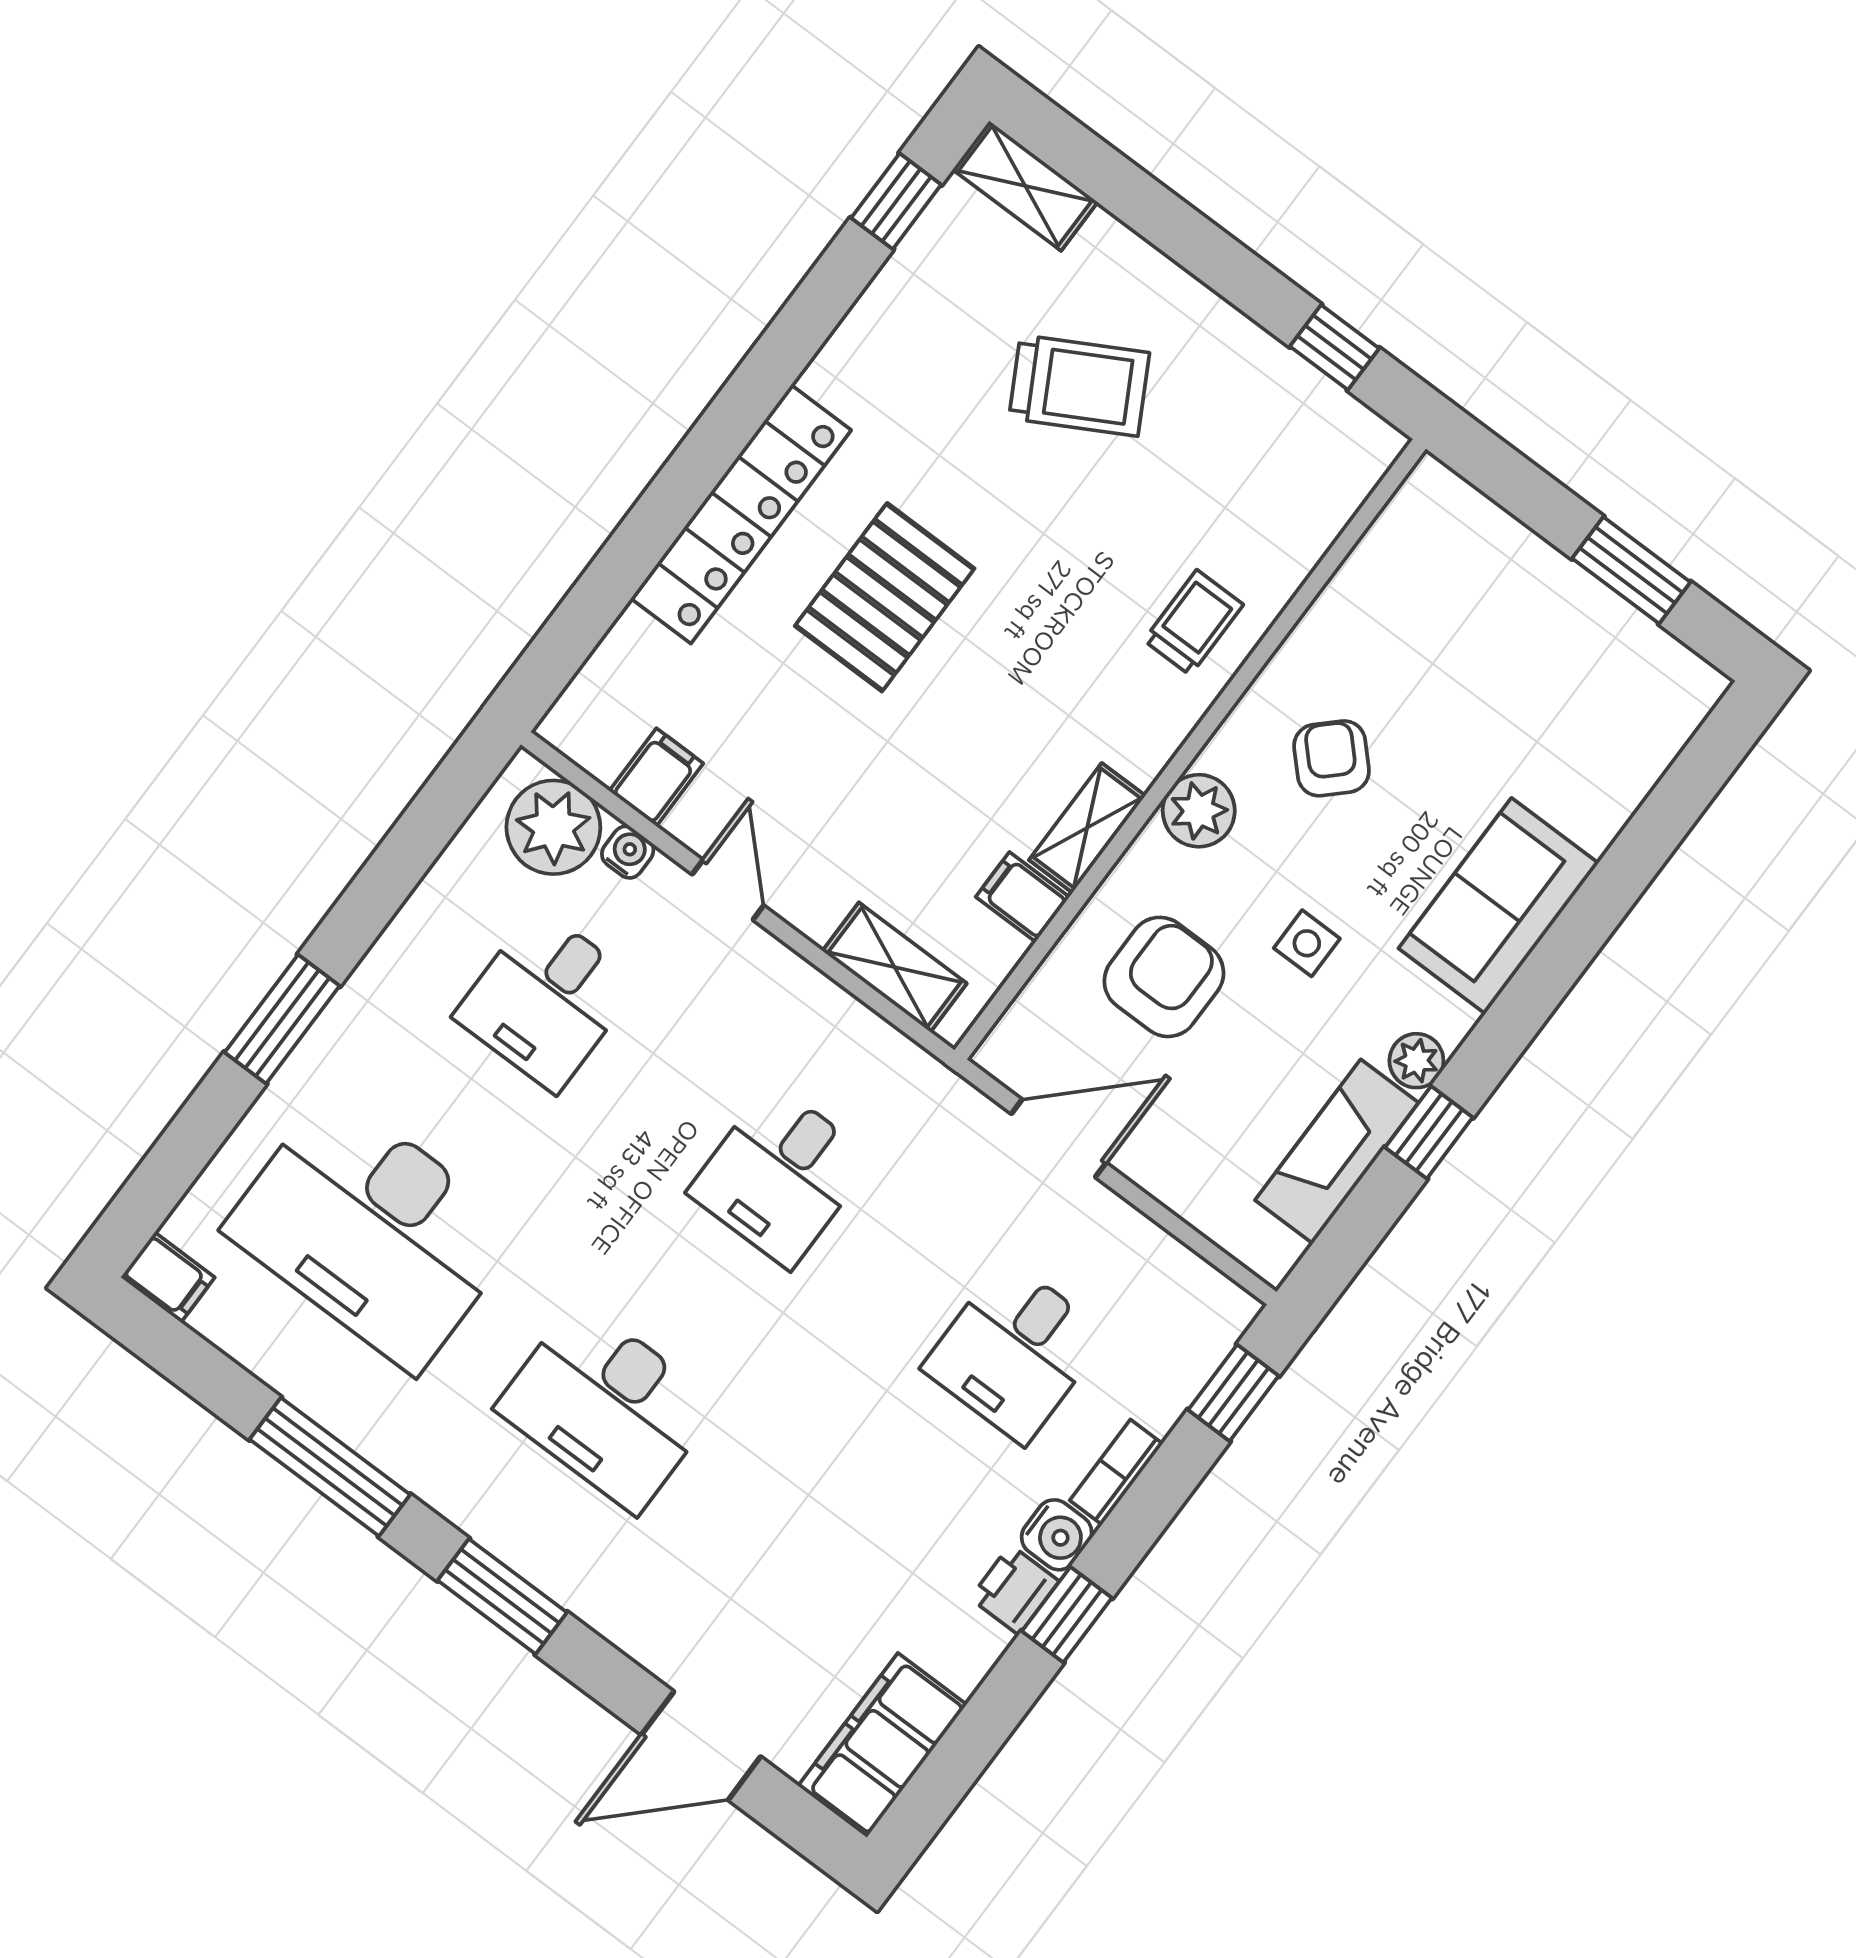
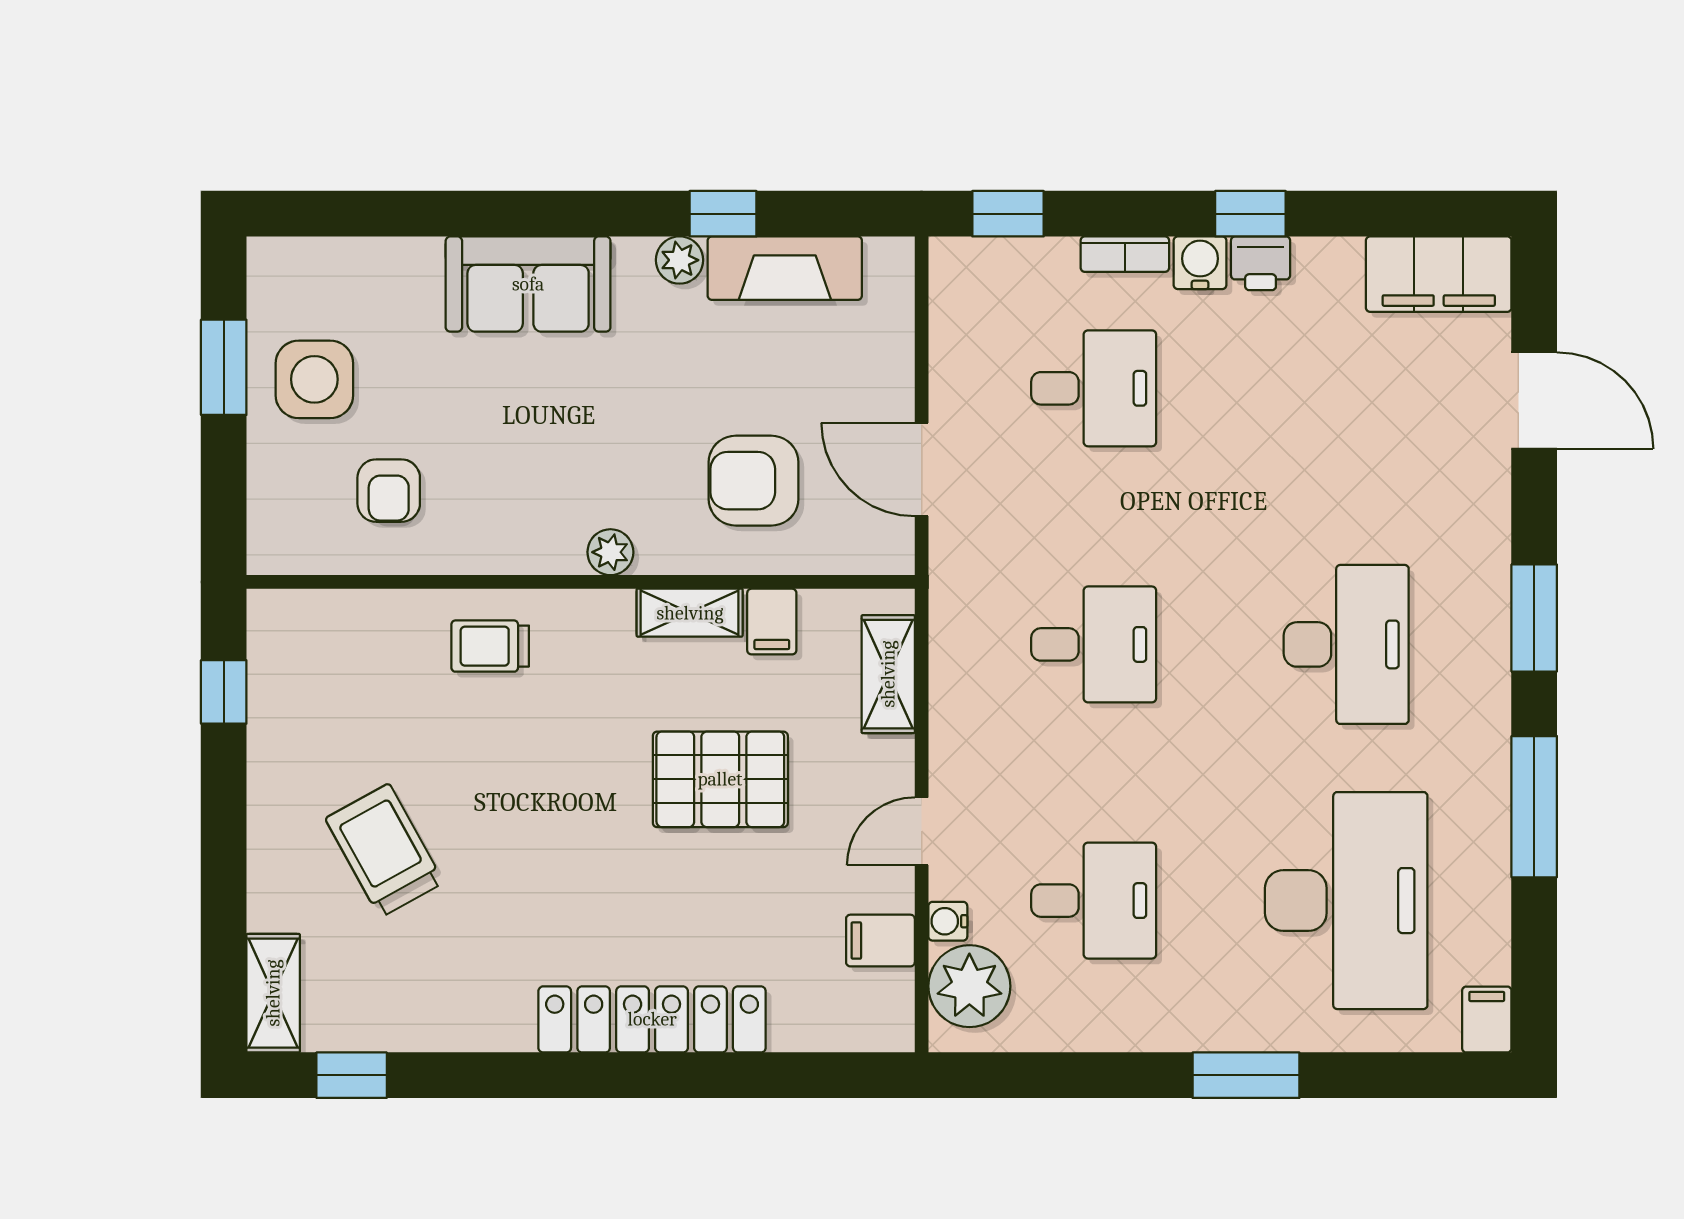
pallet: (885, 597) -> (720, 779), moved
armchair: (1332, 758) -> (389, 491), moved, turned -46
plant: (1199, 811) -> (610, 552), width x0.73, depth x0.73
side table: (1307, 943) -> (314, 379), moved, width x1.87, depth x1.87

